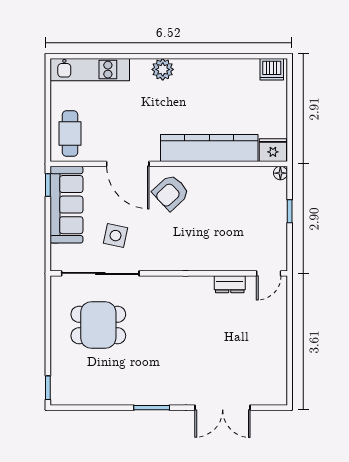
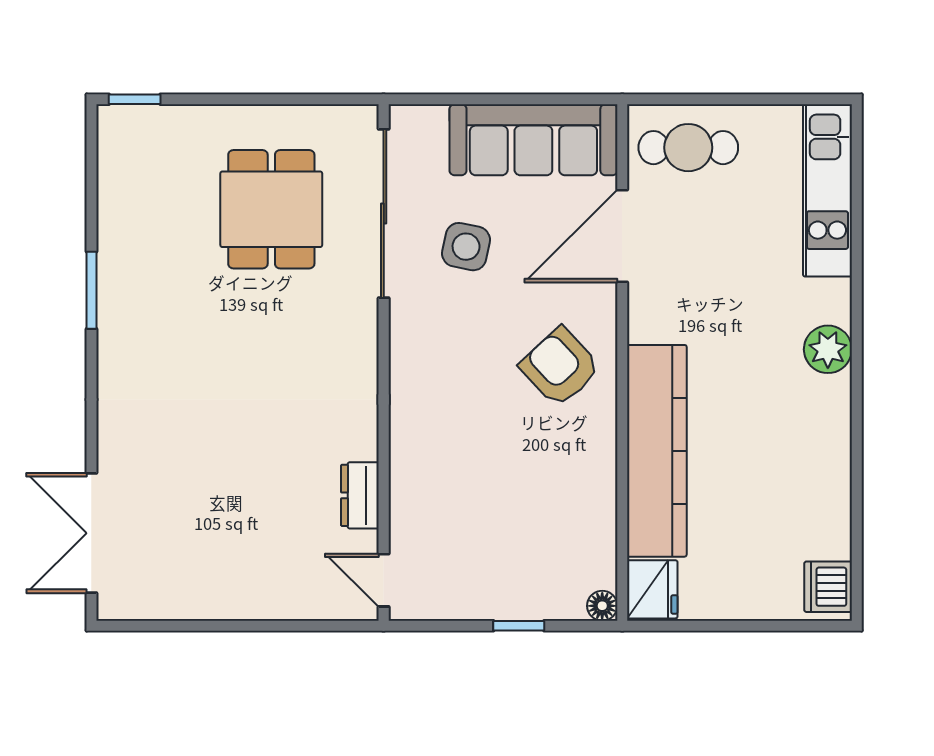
door: (128, 164) -> (622, 236), moved
window: (48, 185) -> (576, 99), removed
window: (152, 408) -> (91, 290), moved
double door: (223, 408) -> (91, 533), moved

